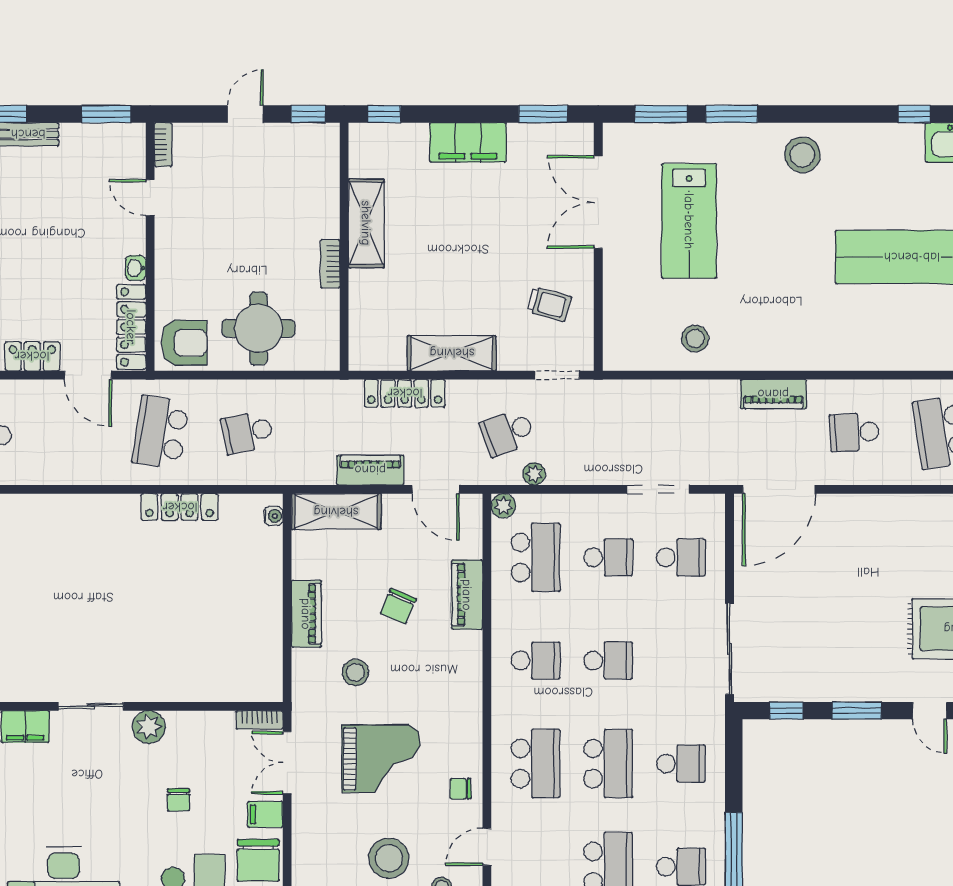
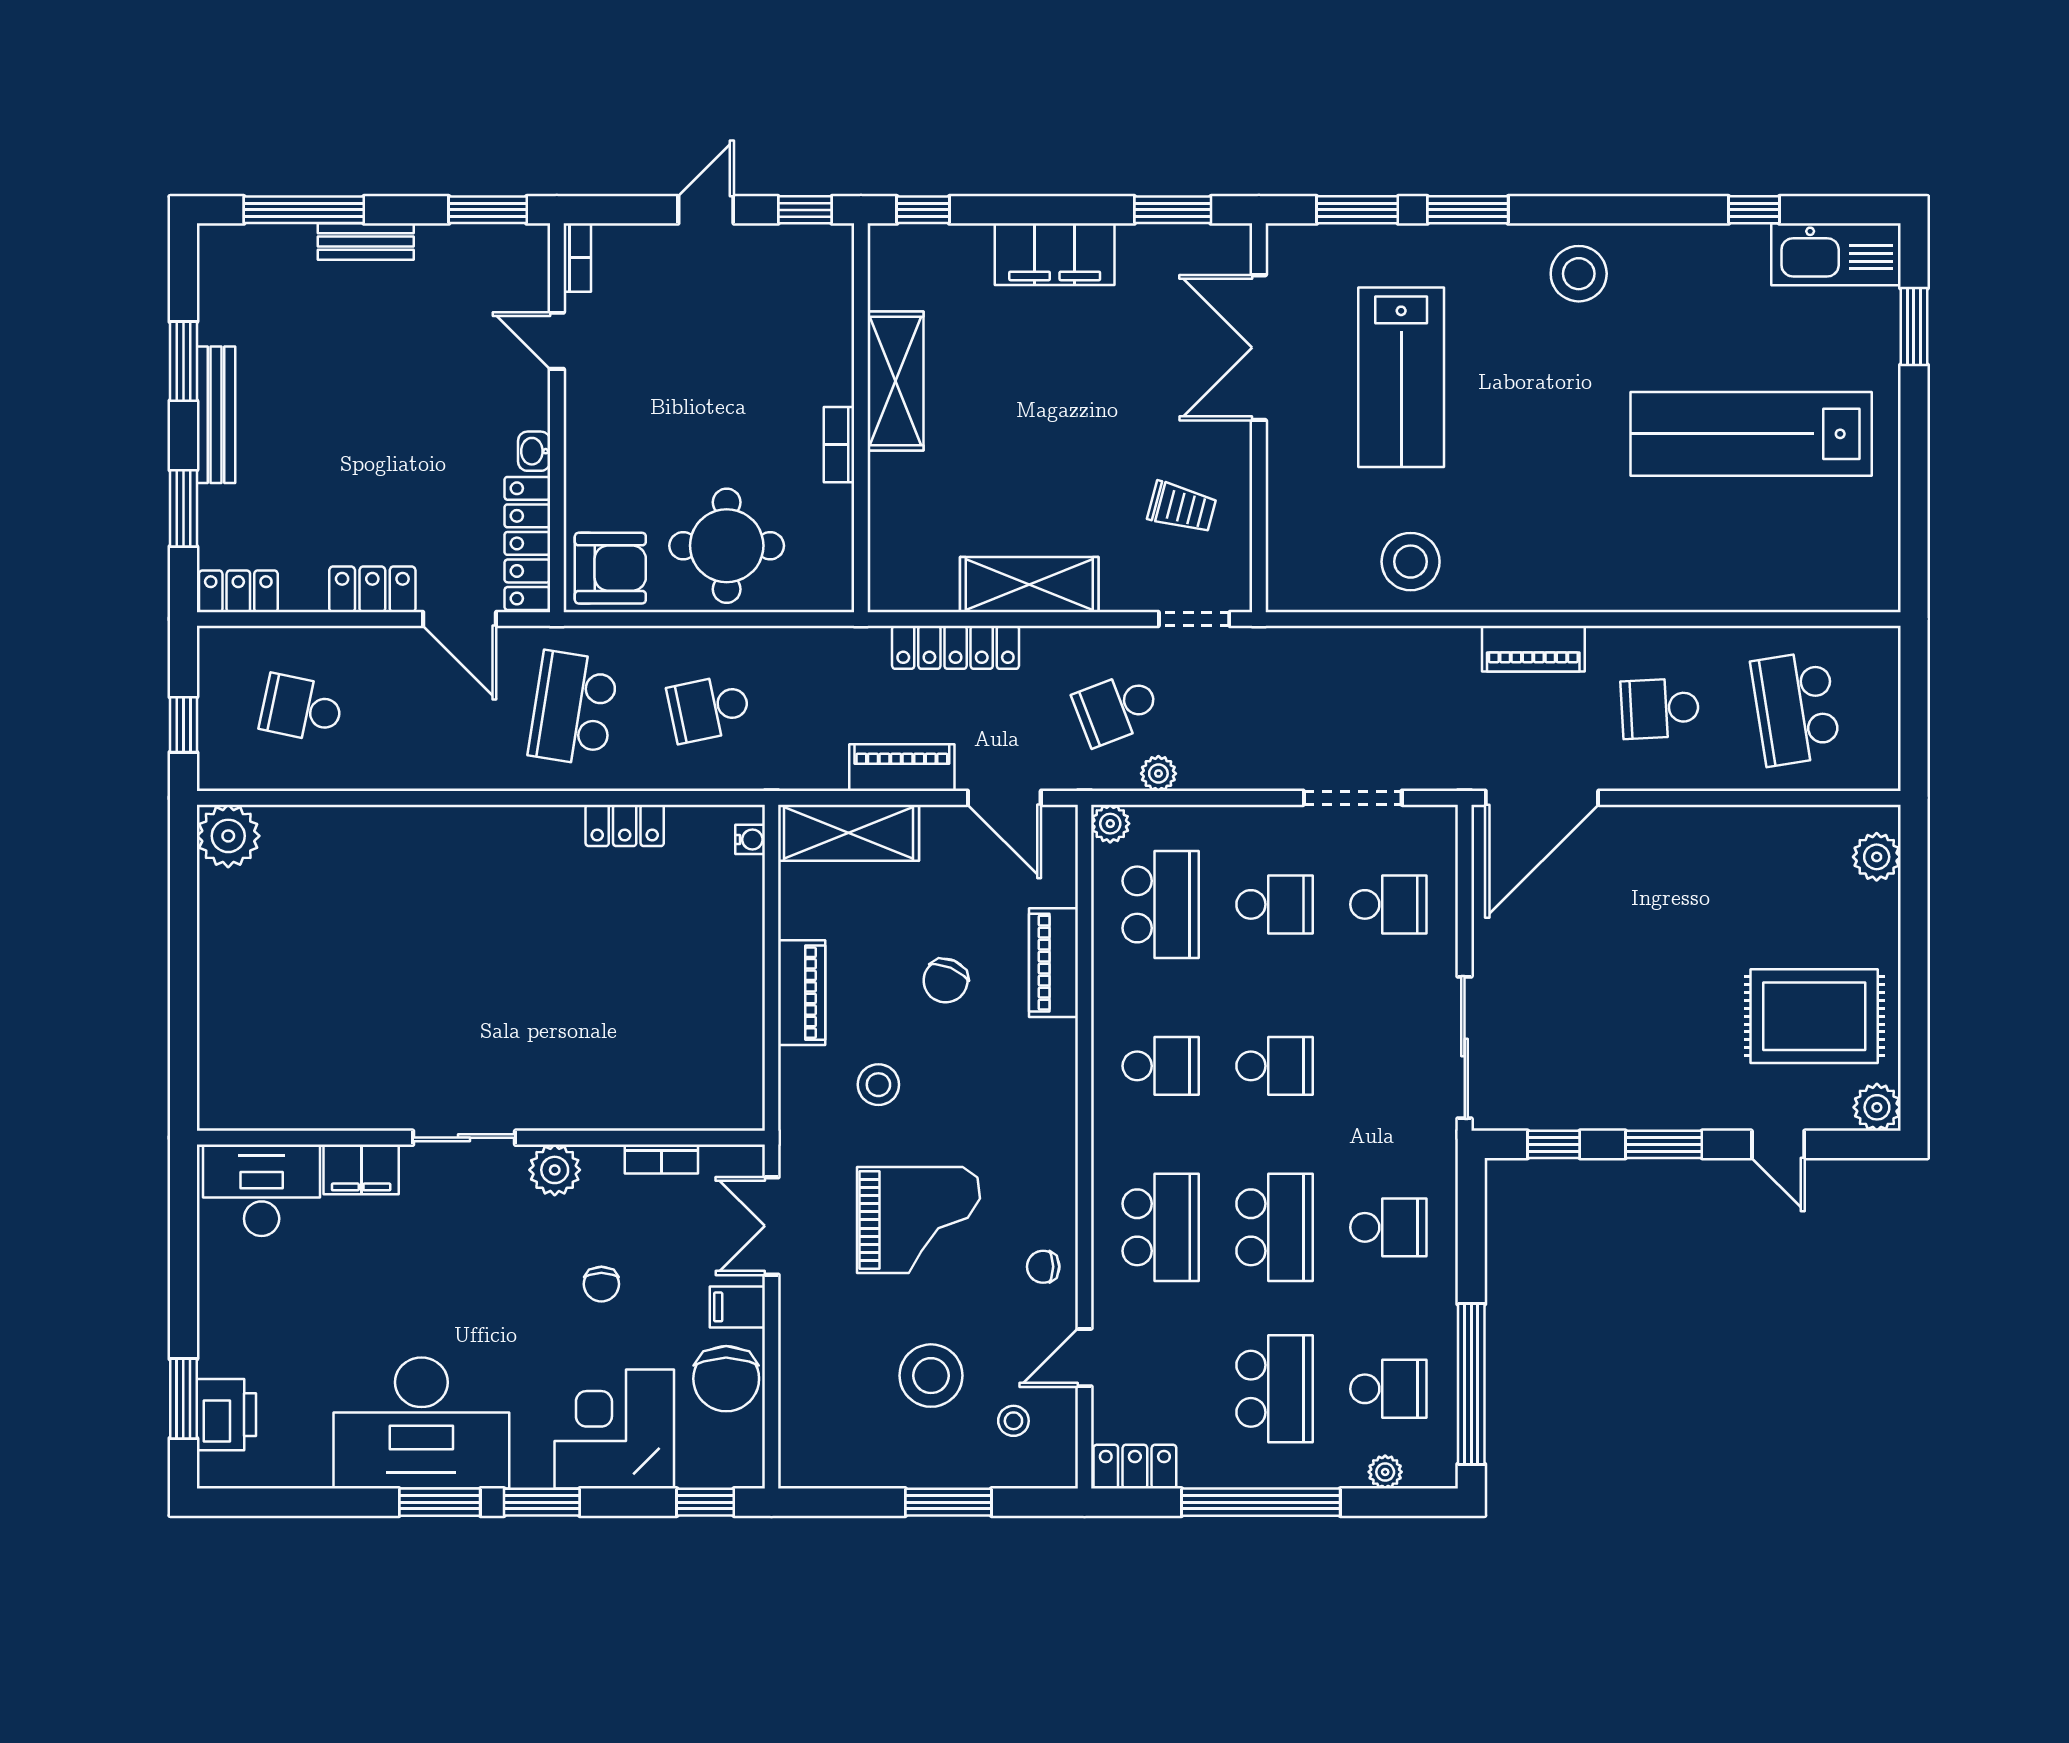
stool: (695, 339) -> (1411, 562), width x1.38, depth x1.38
locker: (180, 507) -> (625, 825), width x0.66
bookcase: (260, 720) -> (661, 1159), moved

